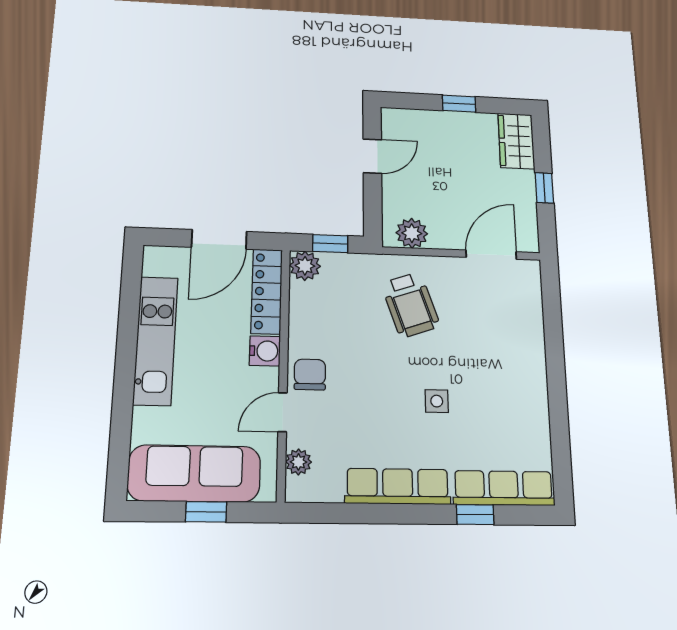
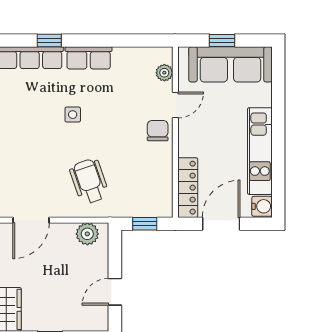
plant: (305, 266) -> (162, 207), removed
water cooler: (265, 351) -> (262, 206), moved, turned 180
chair: (310, 375) -> (158, 131), turned 180
row of seats: (398, 486) -> (89, 58), width x0.68

